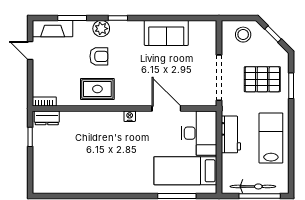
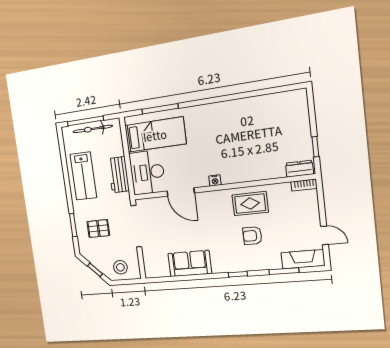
plant: (101, 29) -> (253, 263), removed
pallet: (262, 79) -> (98, 229), width x0.67, depth x0.71

